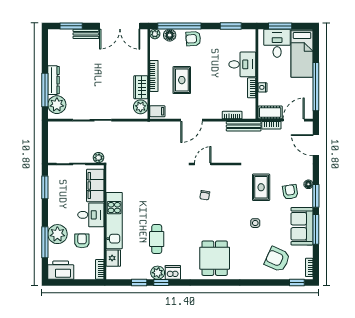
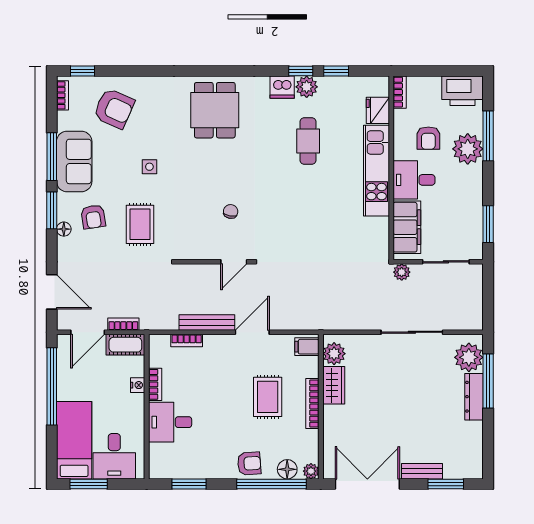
window: (280, 26) -> (89, 484), moved
bench: (244, 126) -> (207, 323), moved

